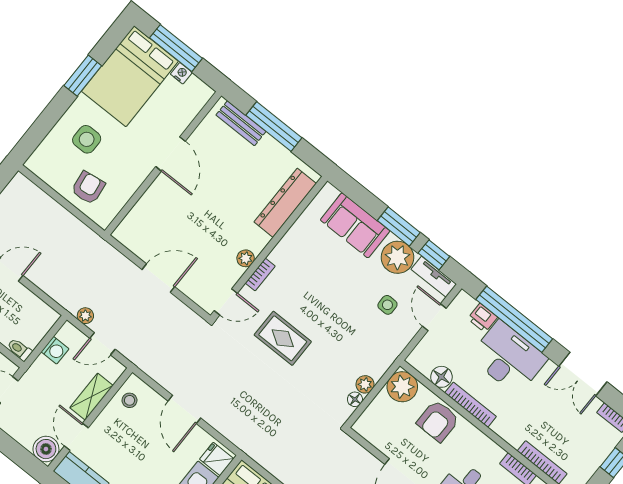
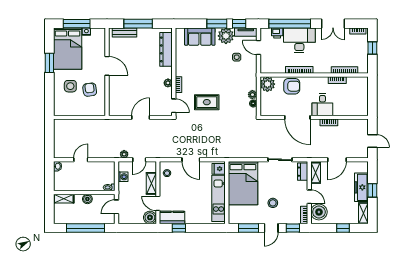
armchair: (88, 188) -> (90, 90), moved
door: (226, 302) -> (174, 106), hinge flipped
floor lamp: (441, 377) -> (280, 68), removed
armchair: (438, 421) -> (292, 86), turned -90

